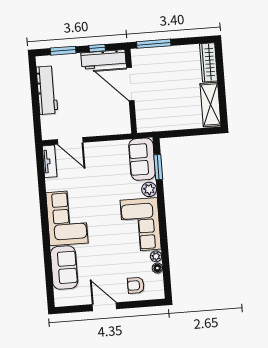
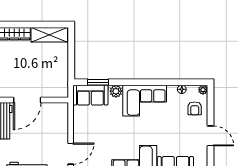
plant: (156, 256) -> (203, 90), moved
door: (104, 307) -> (210, 136), swing flipped

